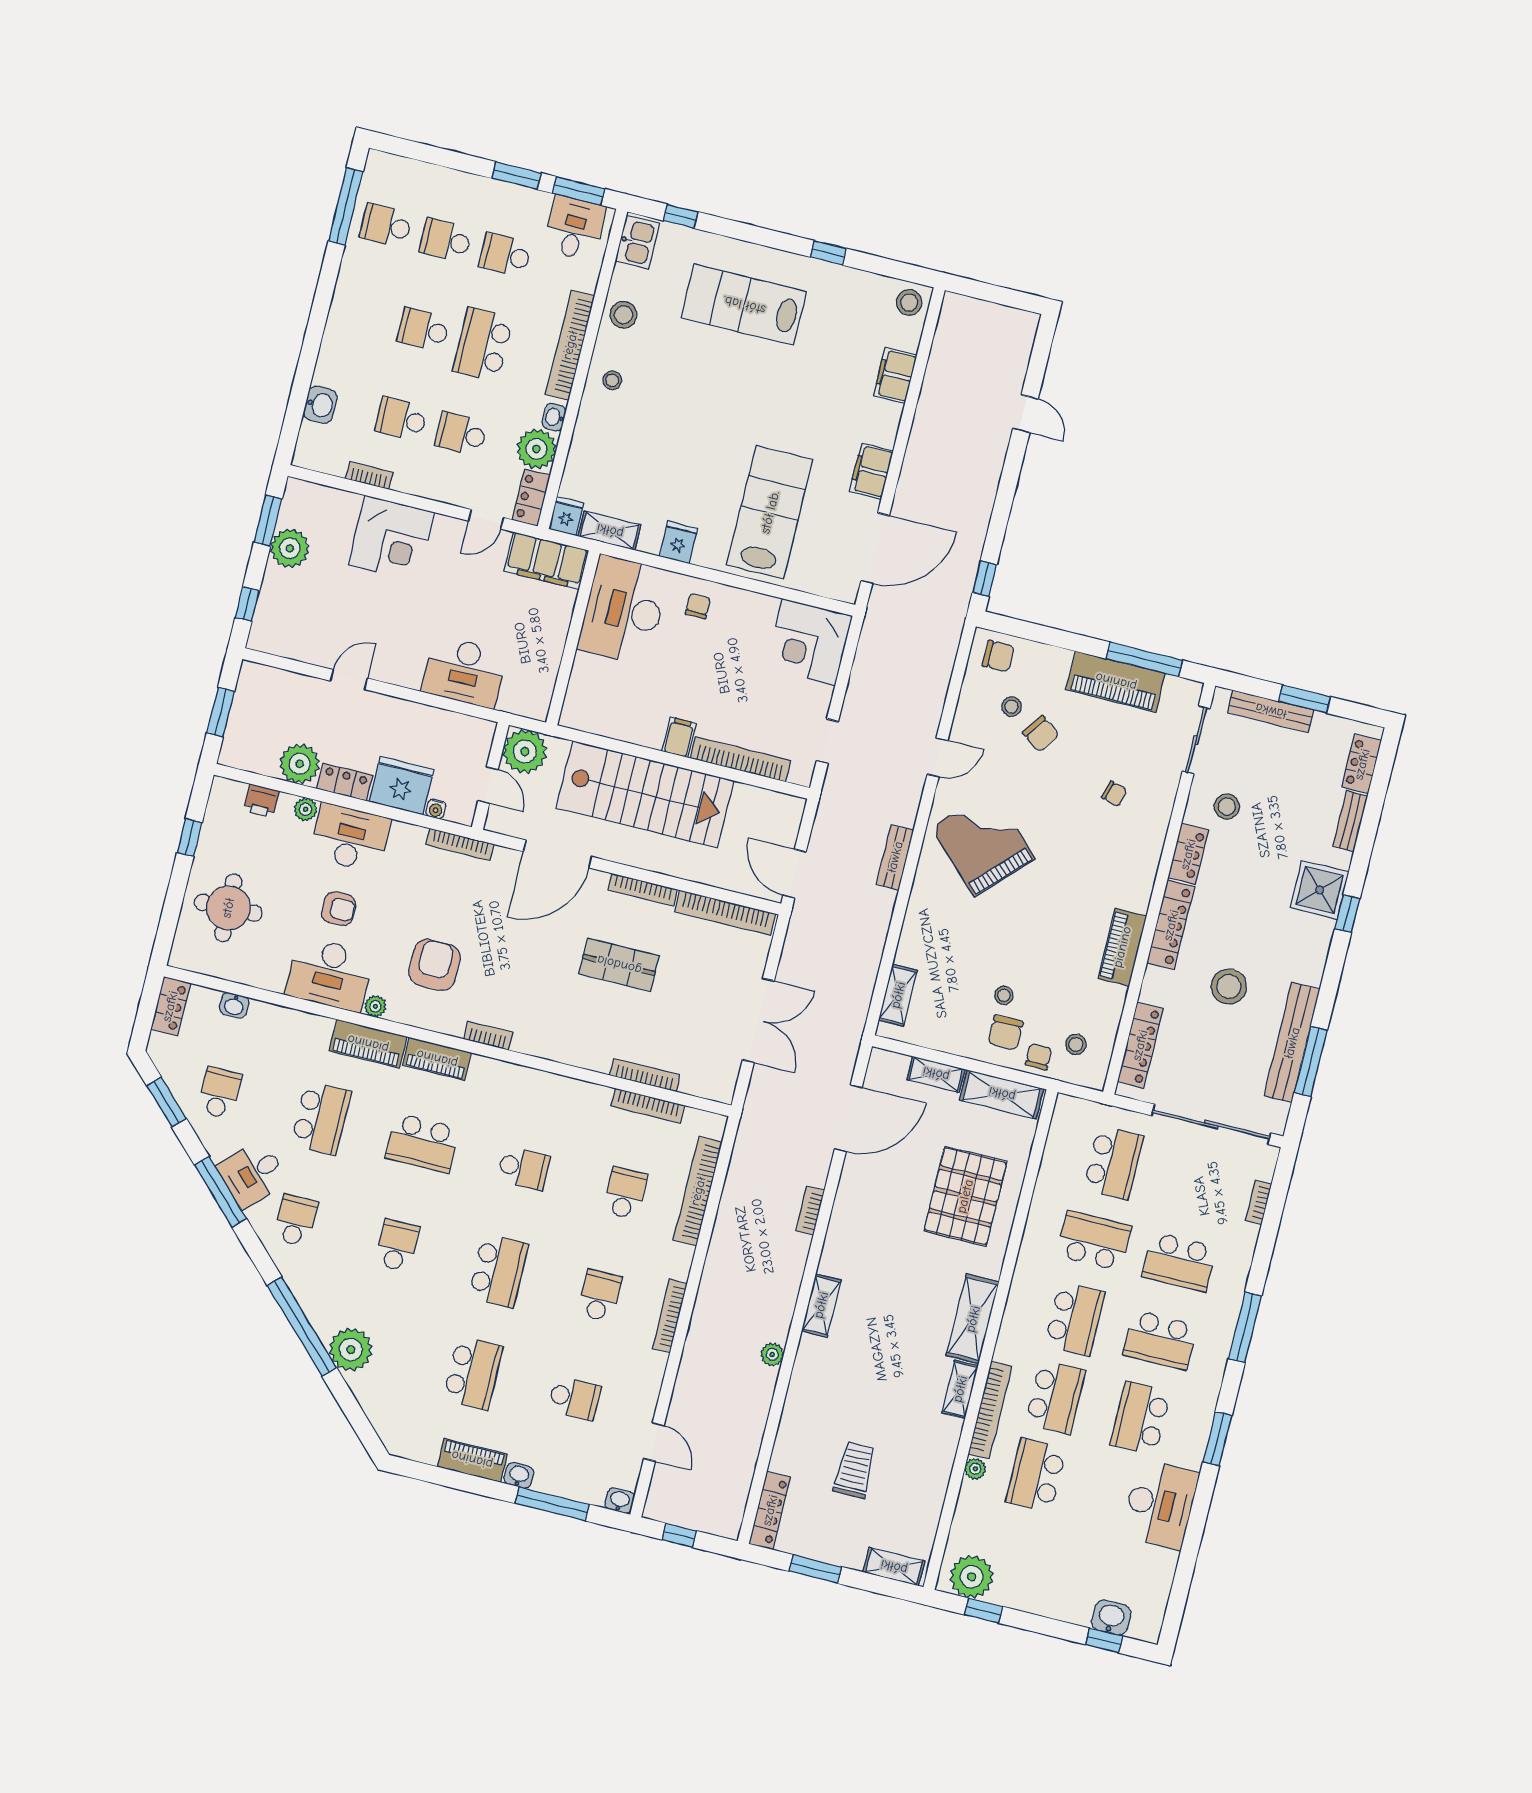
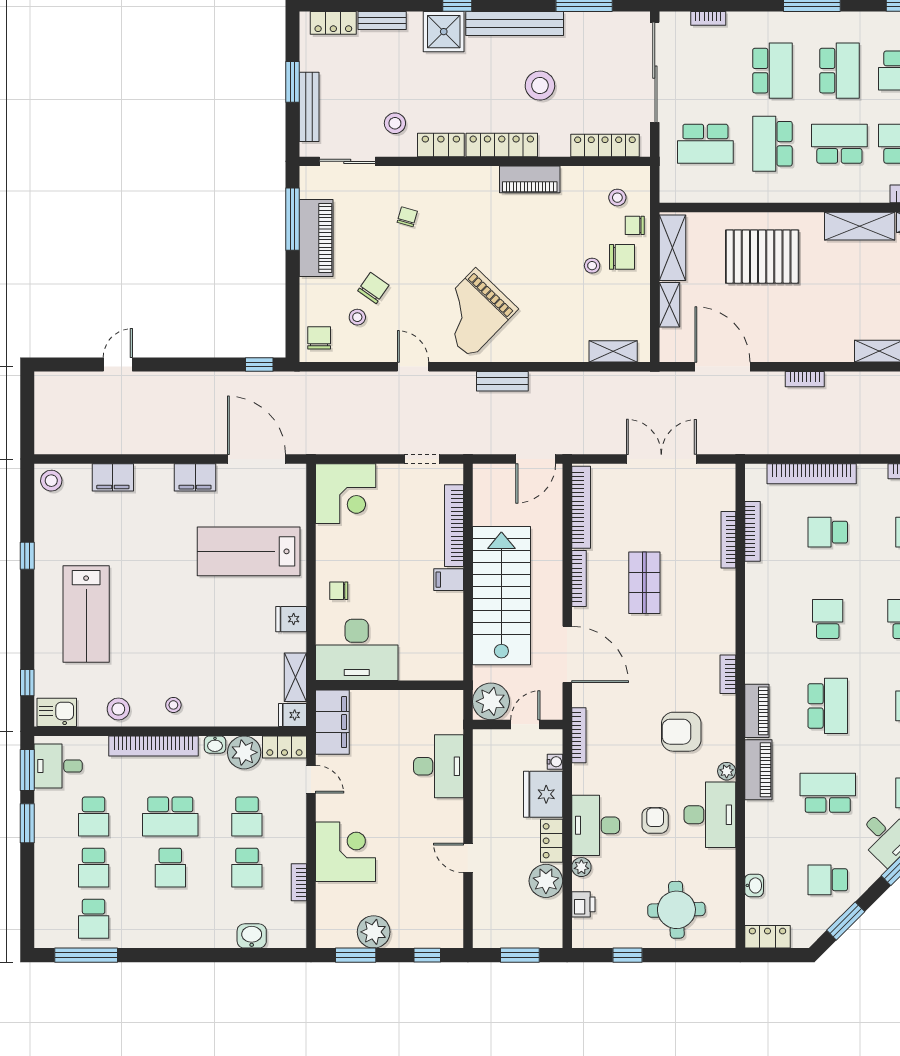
bench: (1292, 1043) -> (515, 24), moved
school desk: (1113, 1163) -> (705, 144), turned 180

